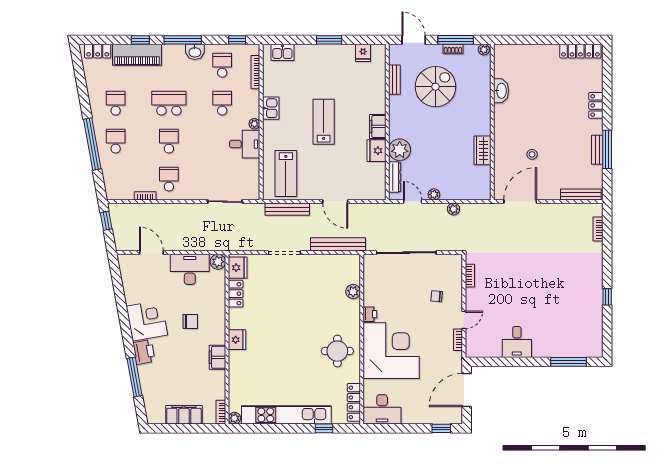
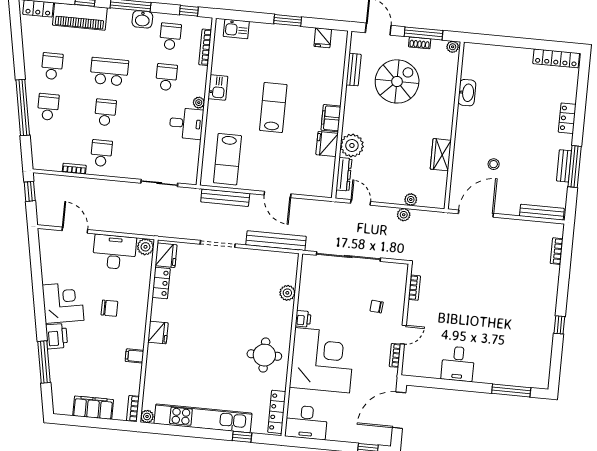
plant: (434, 194) -> (411, 200), moved
filing cabinet: (218, 357) -> (135, 356), width x0.50

